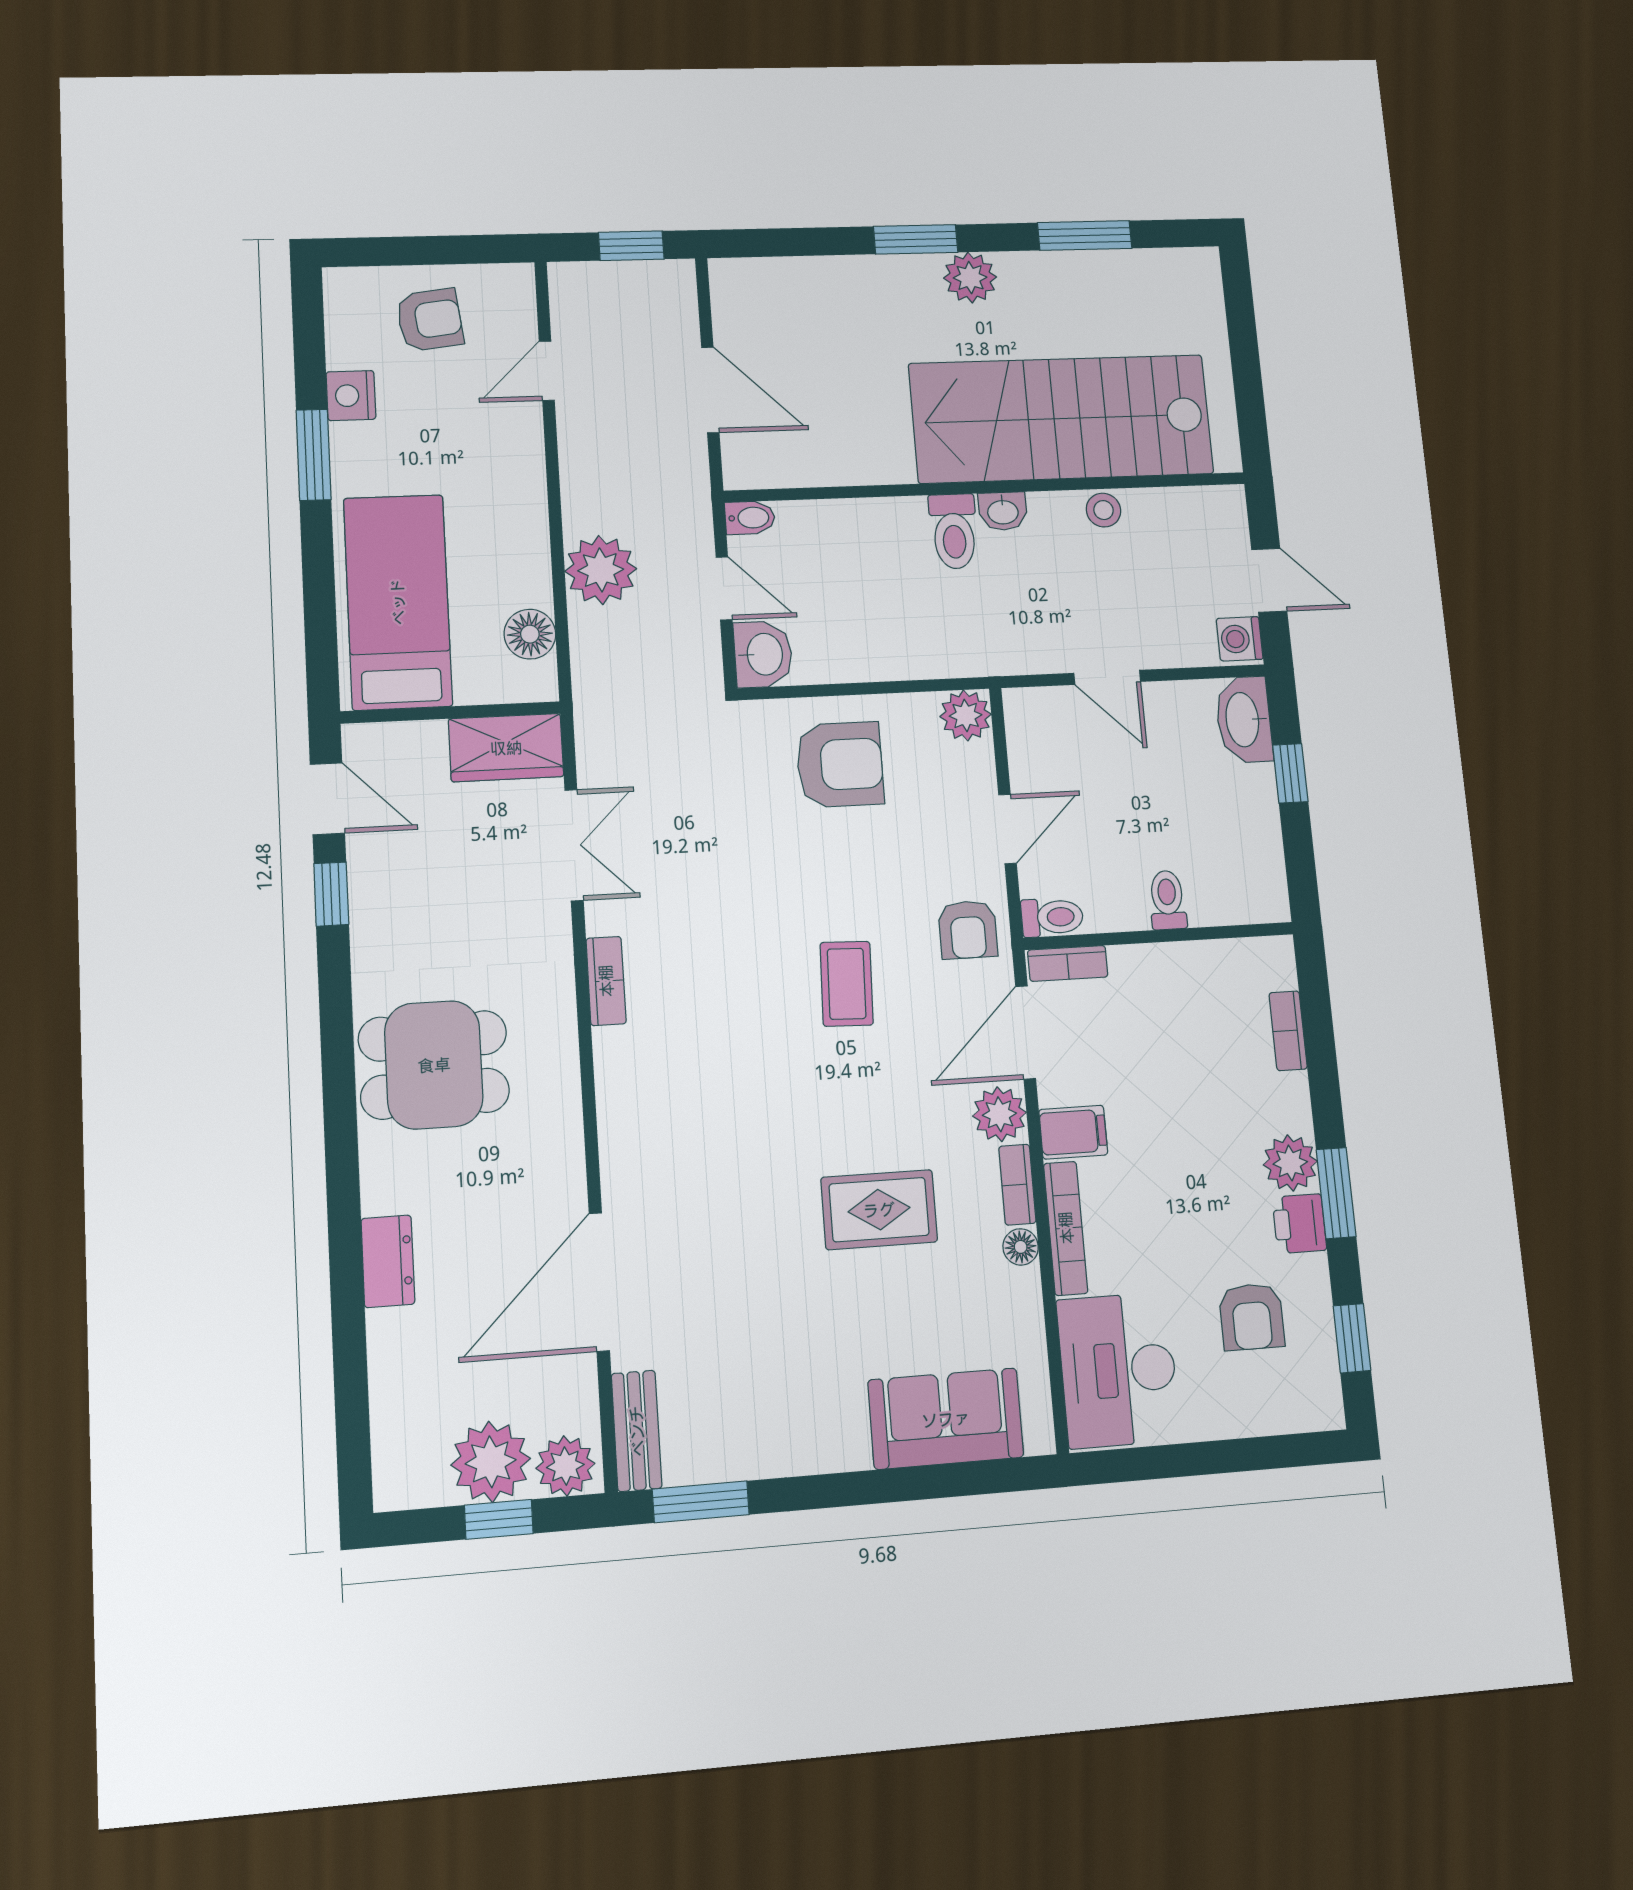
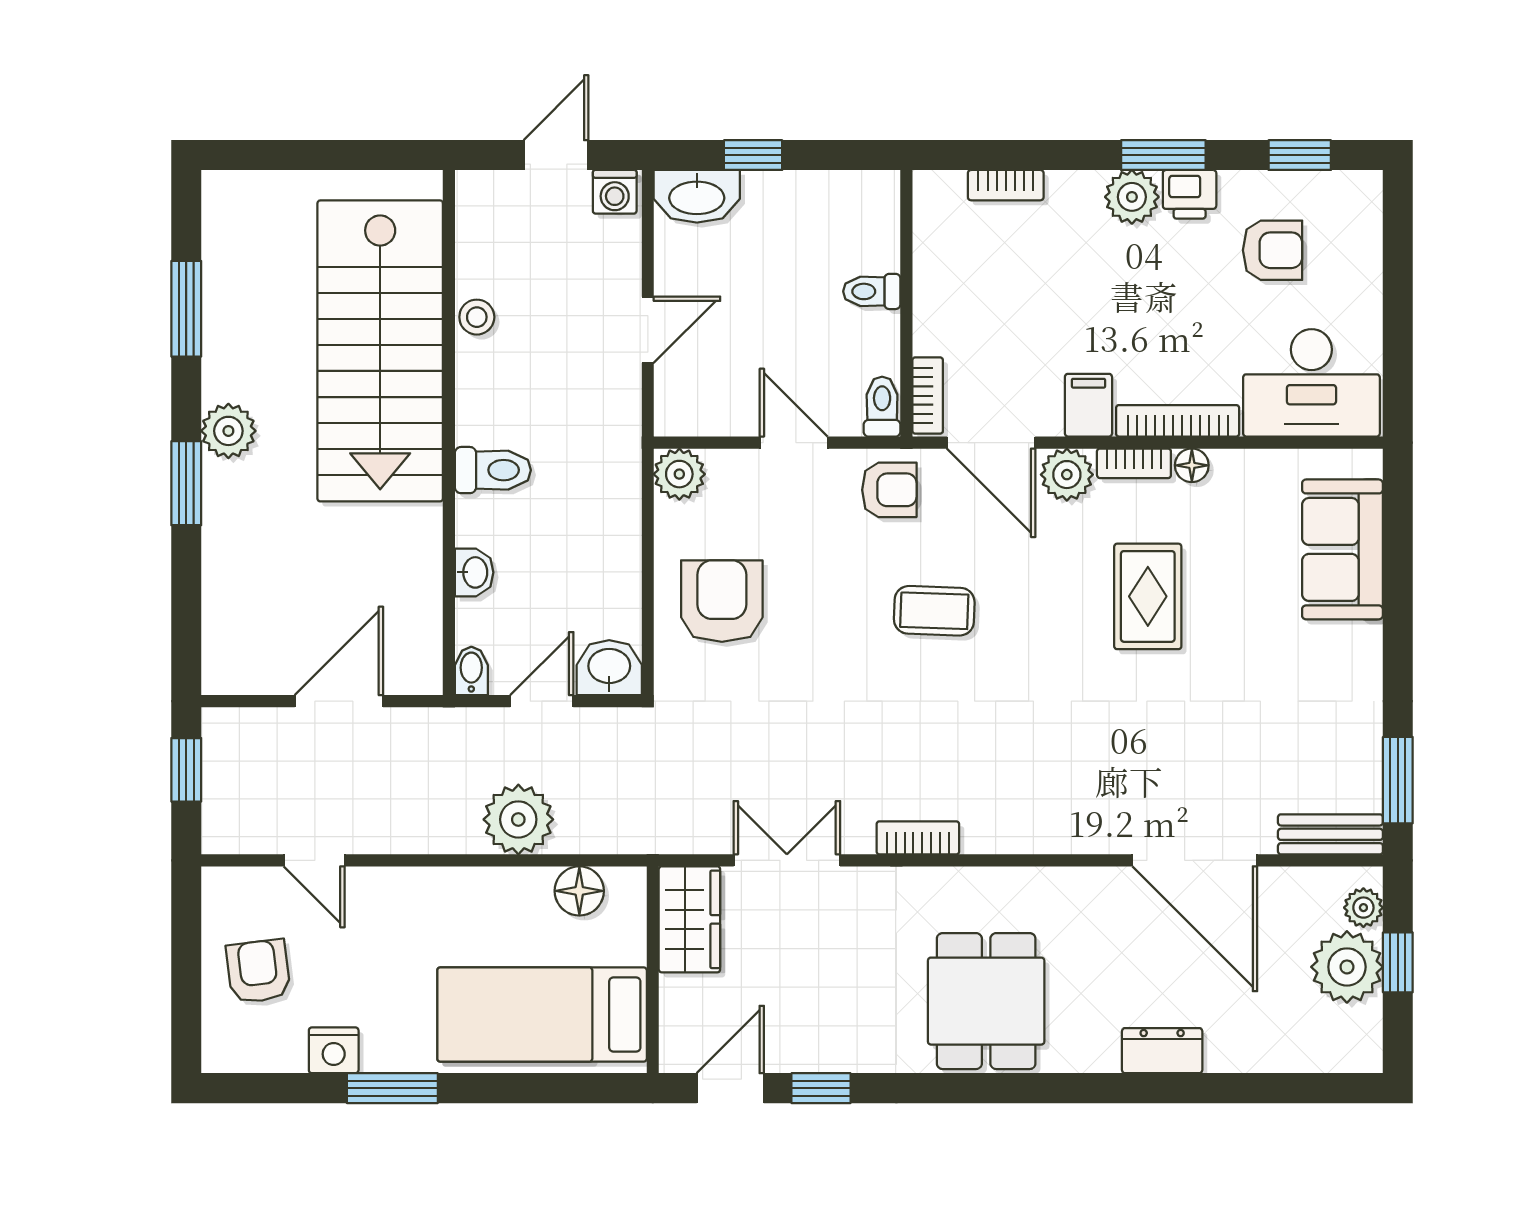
washbasin: (1003, 511) -> (474, 572), moved
plant: (565, 1466) -> (1363, 908), width x0.73, depth x0.73

